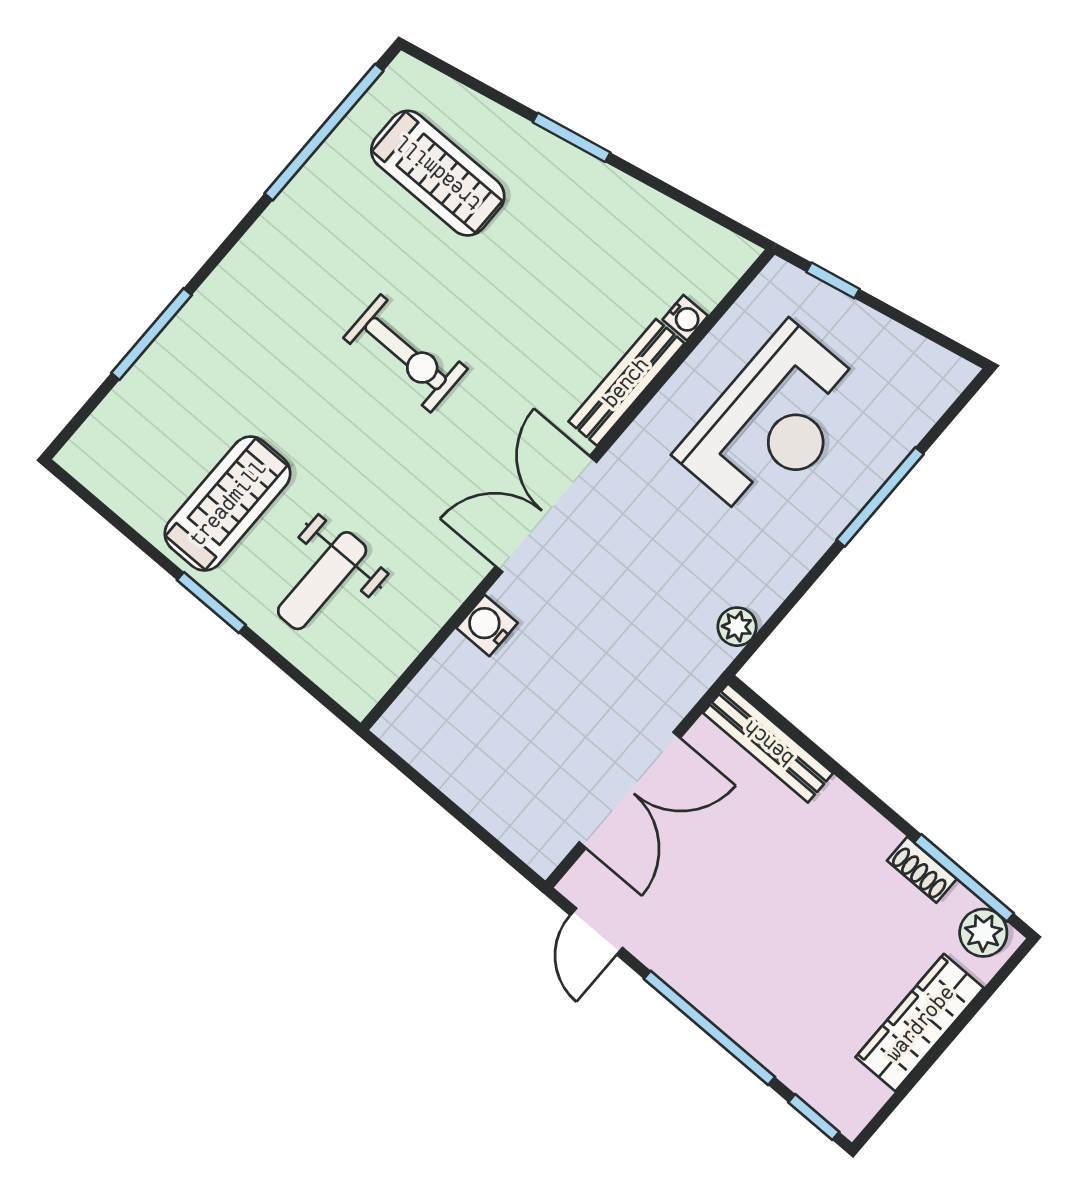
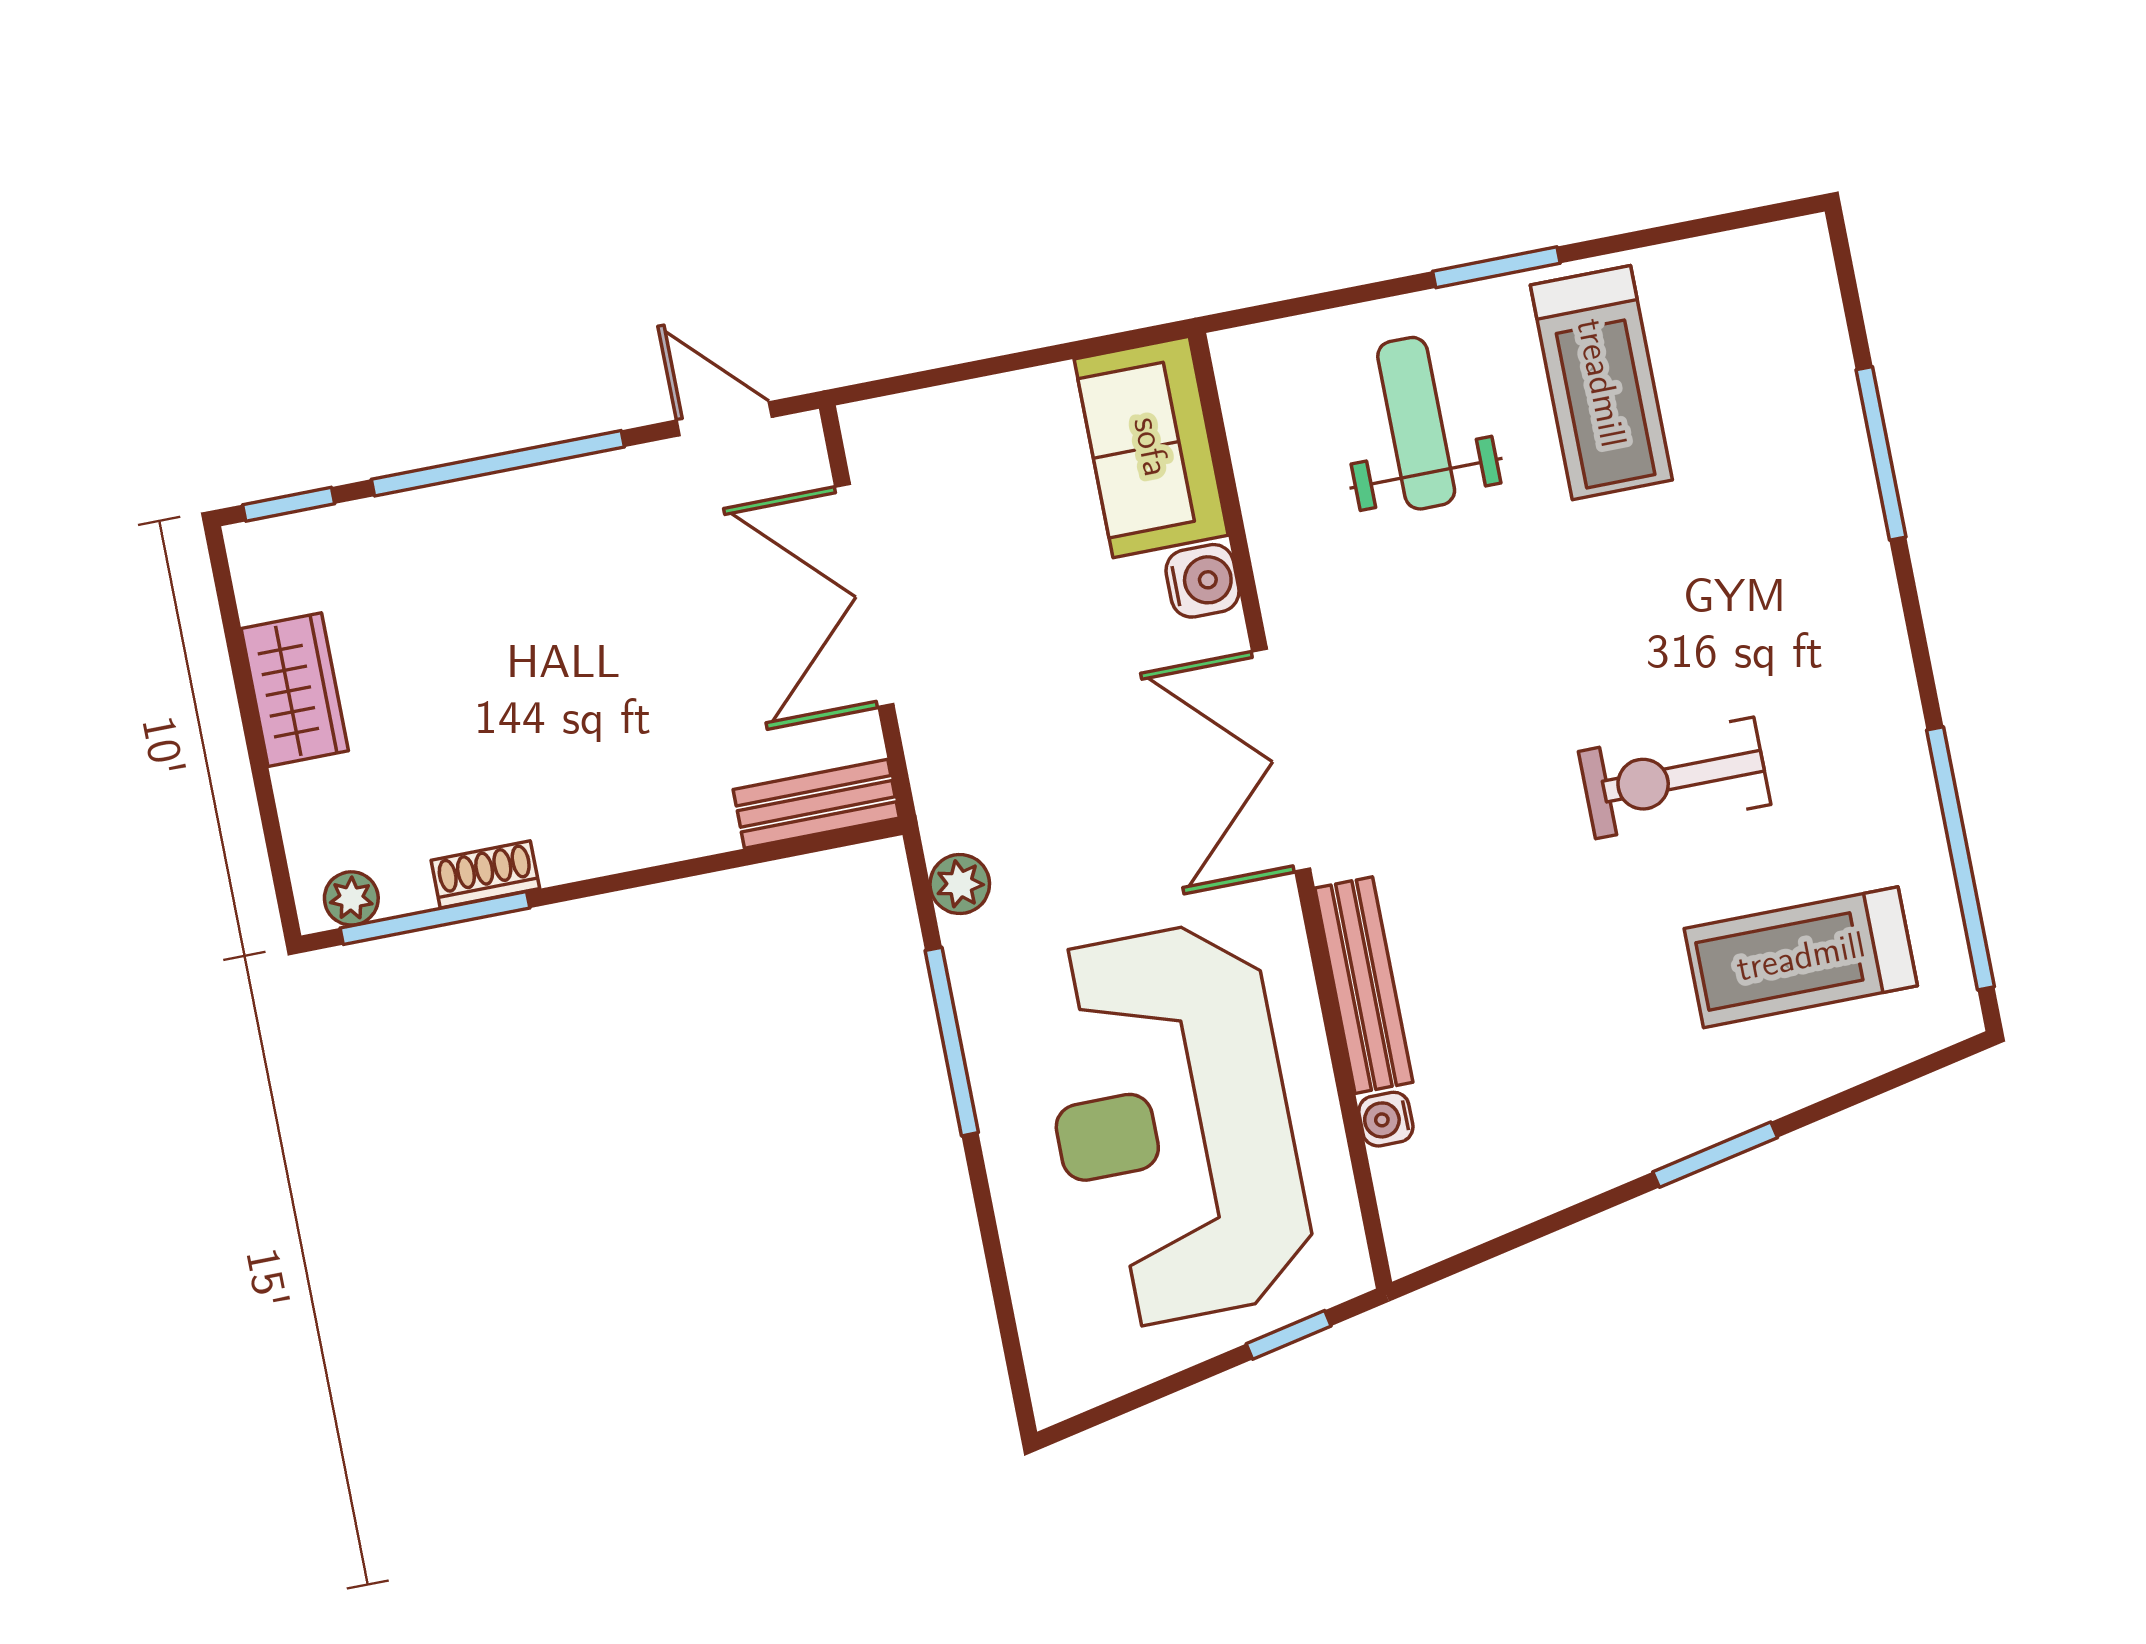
exercise bike: (406, 353) -> (1675, 778), moved
reception desk: (773, 423) -> (1173, 1124), width x1.36, depth x1.30
window: (880, 497) -> (952, 1042), moved
double door: (546, 514) -> (1281, 760), swing flipped
sofa: (440, 705) -> (1151, 447), added
bench: (768, 743) -> (816, 804), width x0.73
plant: (983, 933) -> (351, 898), width x0.73, depth x0.73
wardrobe: (920, 1023) -> (295, 690), width x0.67

